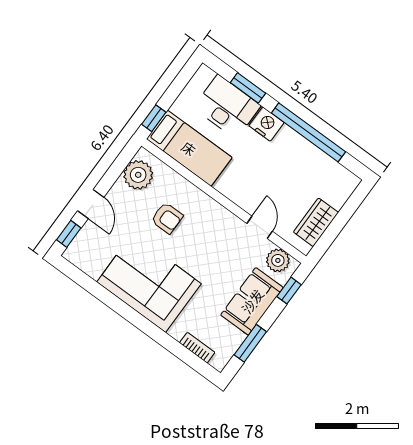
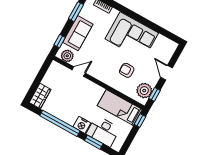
wardrobe: (316, 222) -> (40, 96), moved
door: (260, 227) -> (79, 72), swing flipped
window: (69, 234) -> (154, 94), moved

